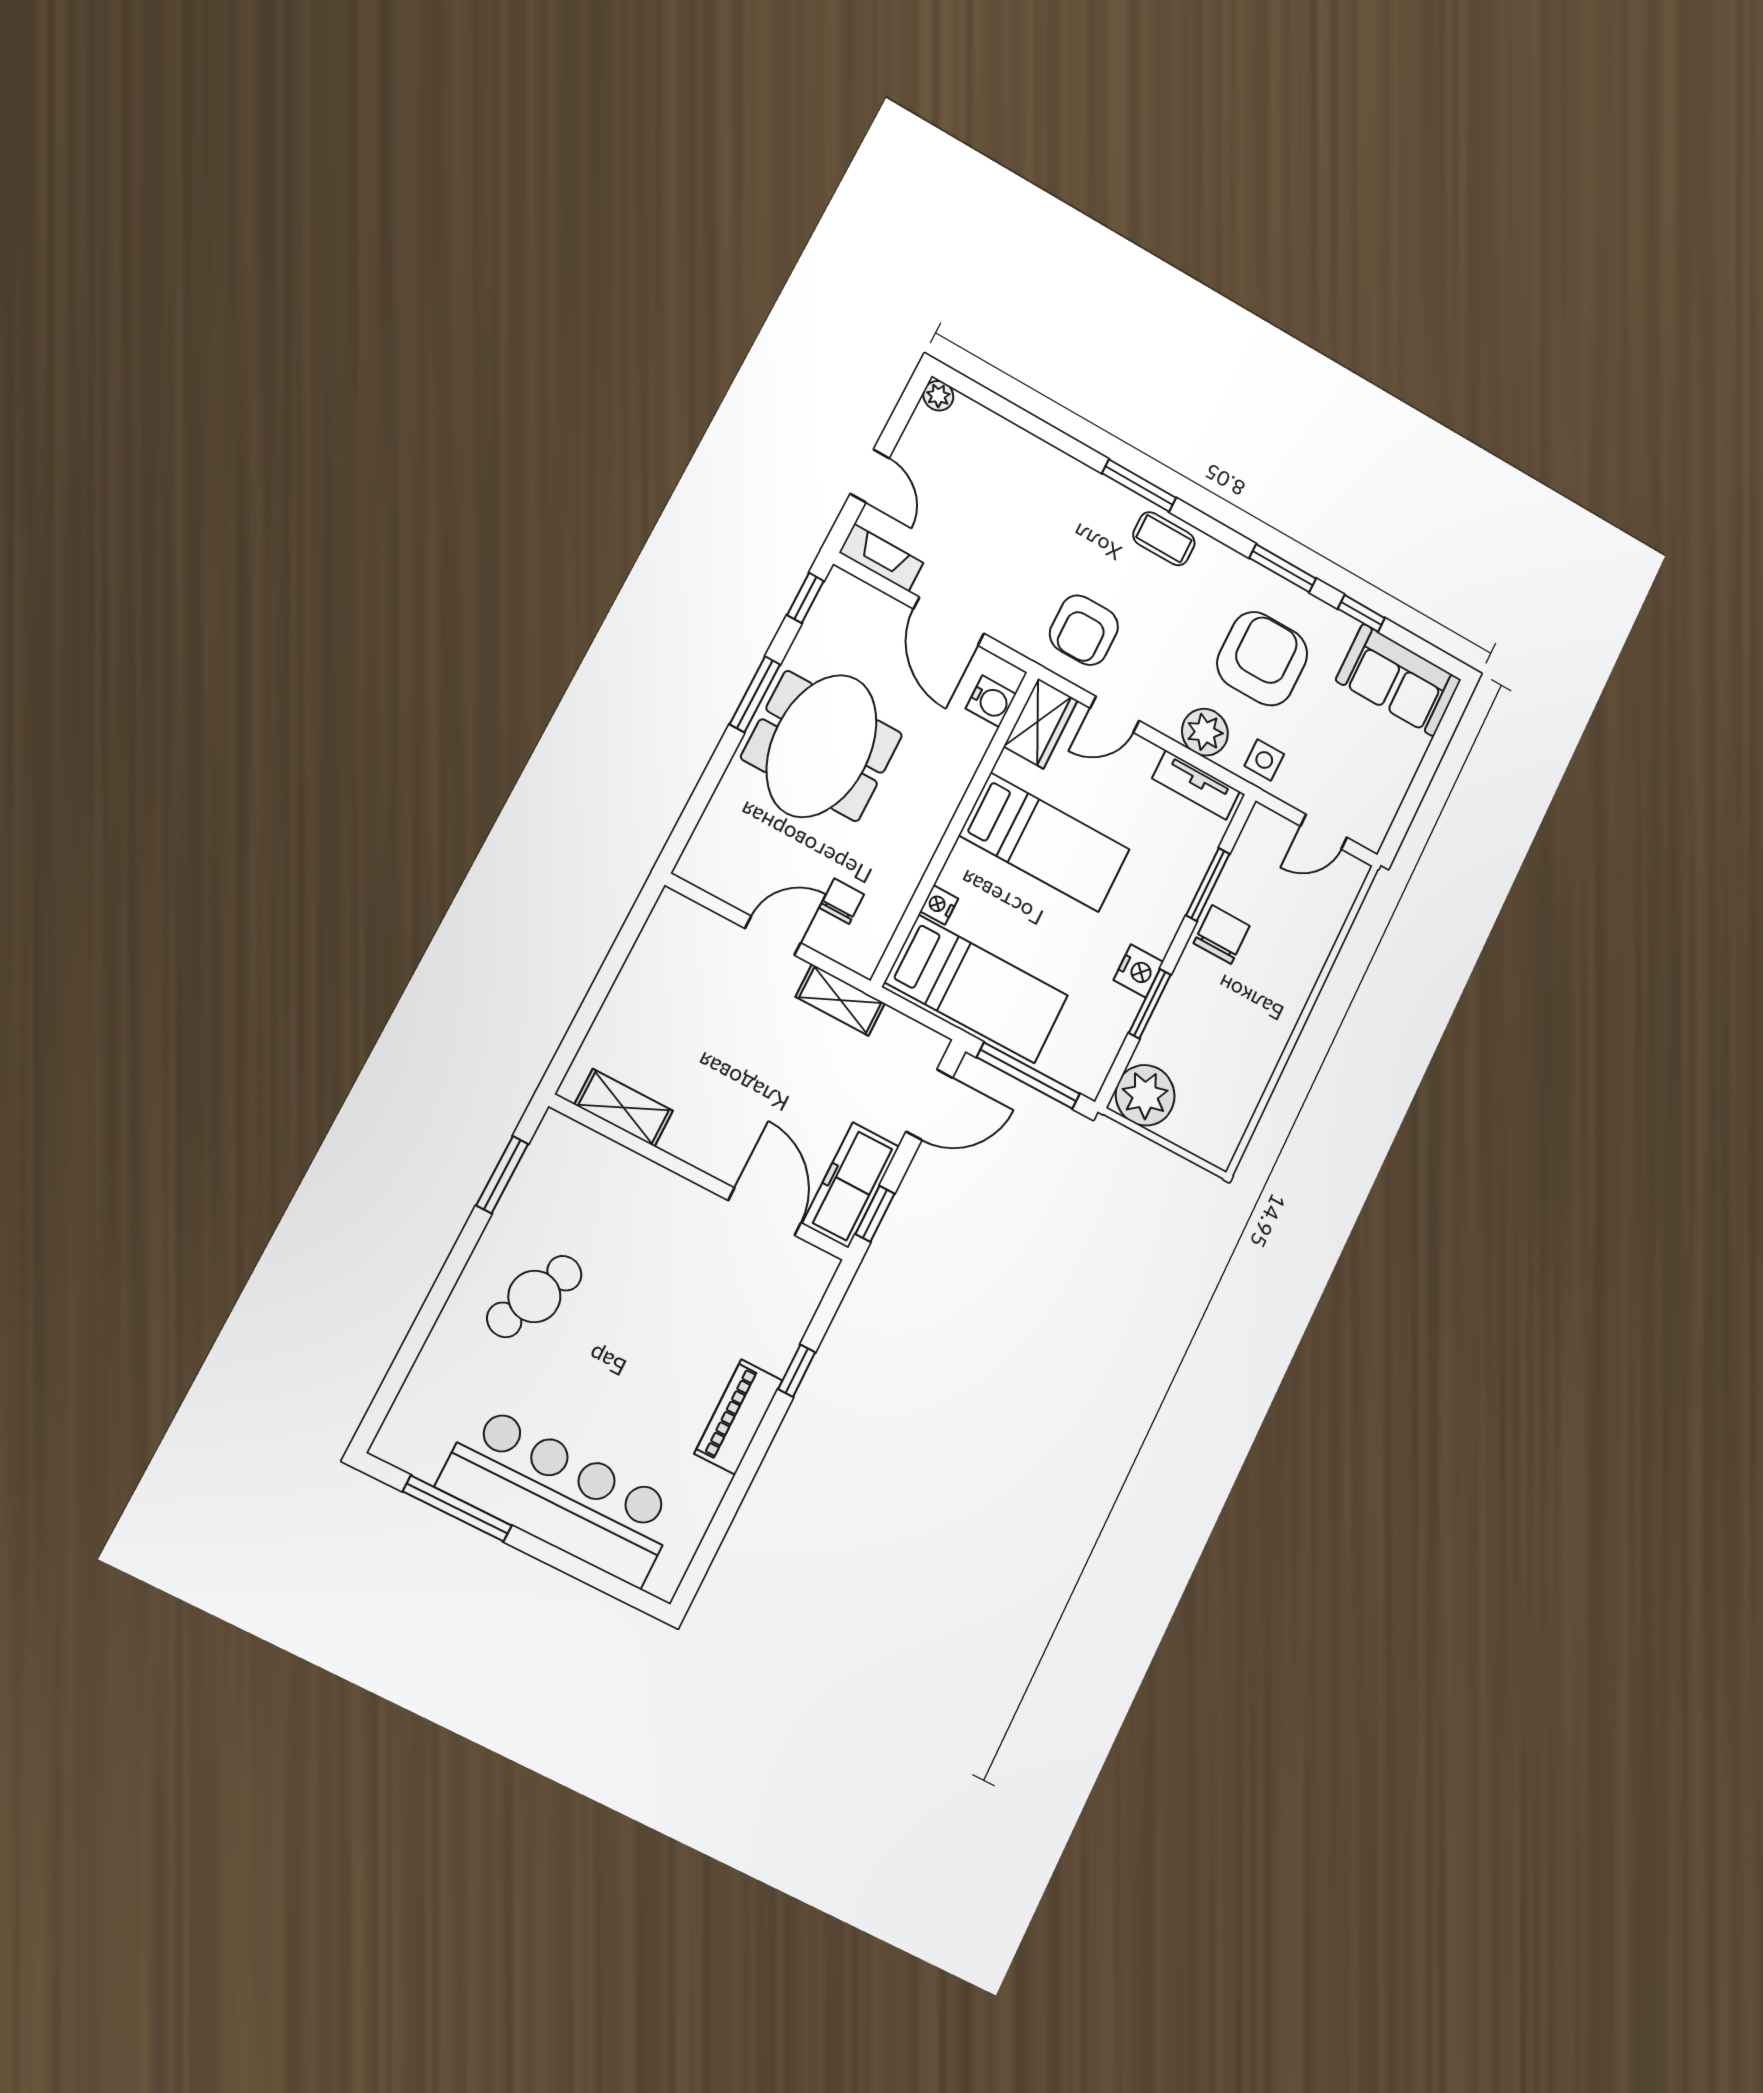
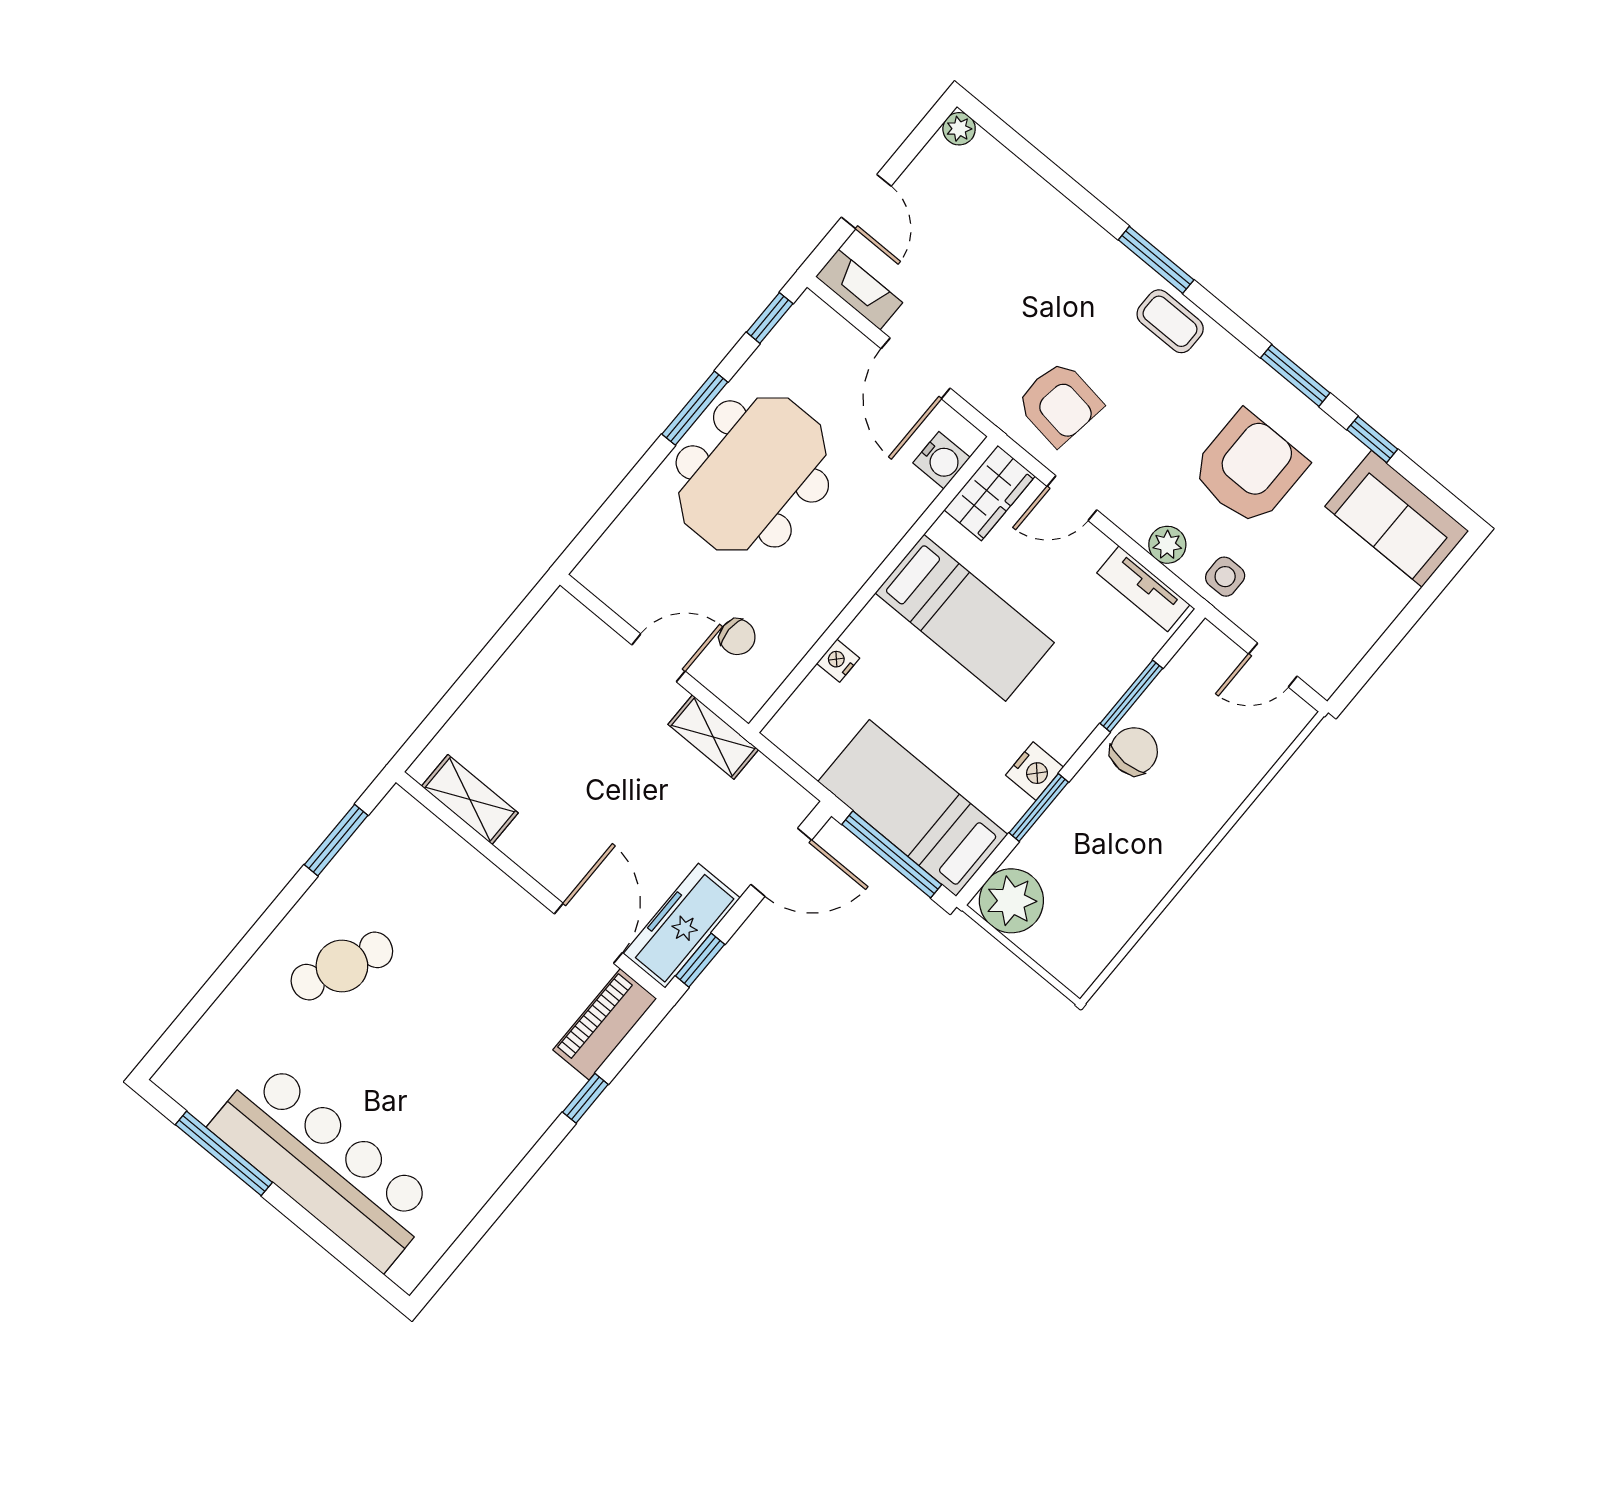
armchair: (1084, 630) -> (1059, 403), turned -82
plant: (1205, 732) -> (1167, 545), width x0.73, depth x0.73
chair: (842, 901) -> (737, 637), turned 90
bed: (976, 989) -> (913, 808), moved, turned 180
piano: (738, 1417) -> (605, 1024), moved

